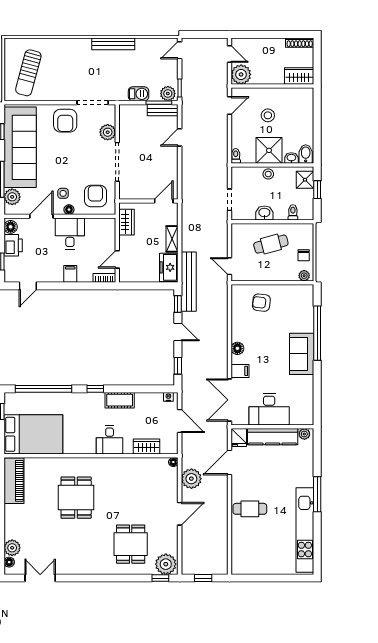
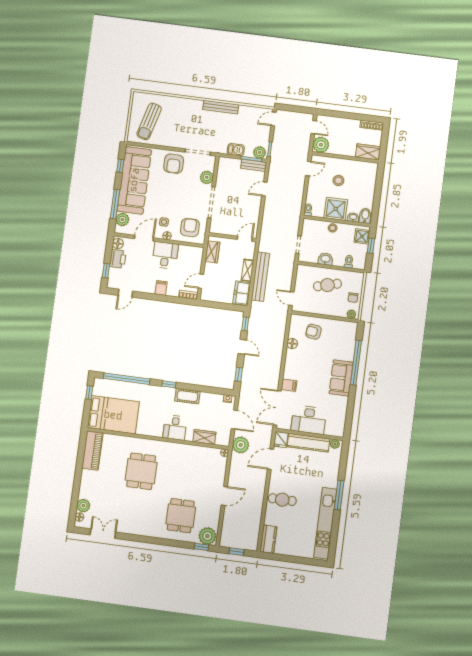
bench: (189, 282) -> (260, 277), moved
floor lamp: (237, 348) -> (292, 344), moved
plant: (191, 479) -> (241, 445), moved
kitchen counter: (239, 558) -> (268, 539), added

